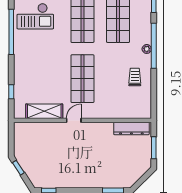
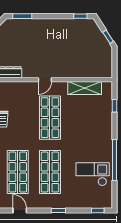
door: (74, 120) -> (45, 80), moved

